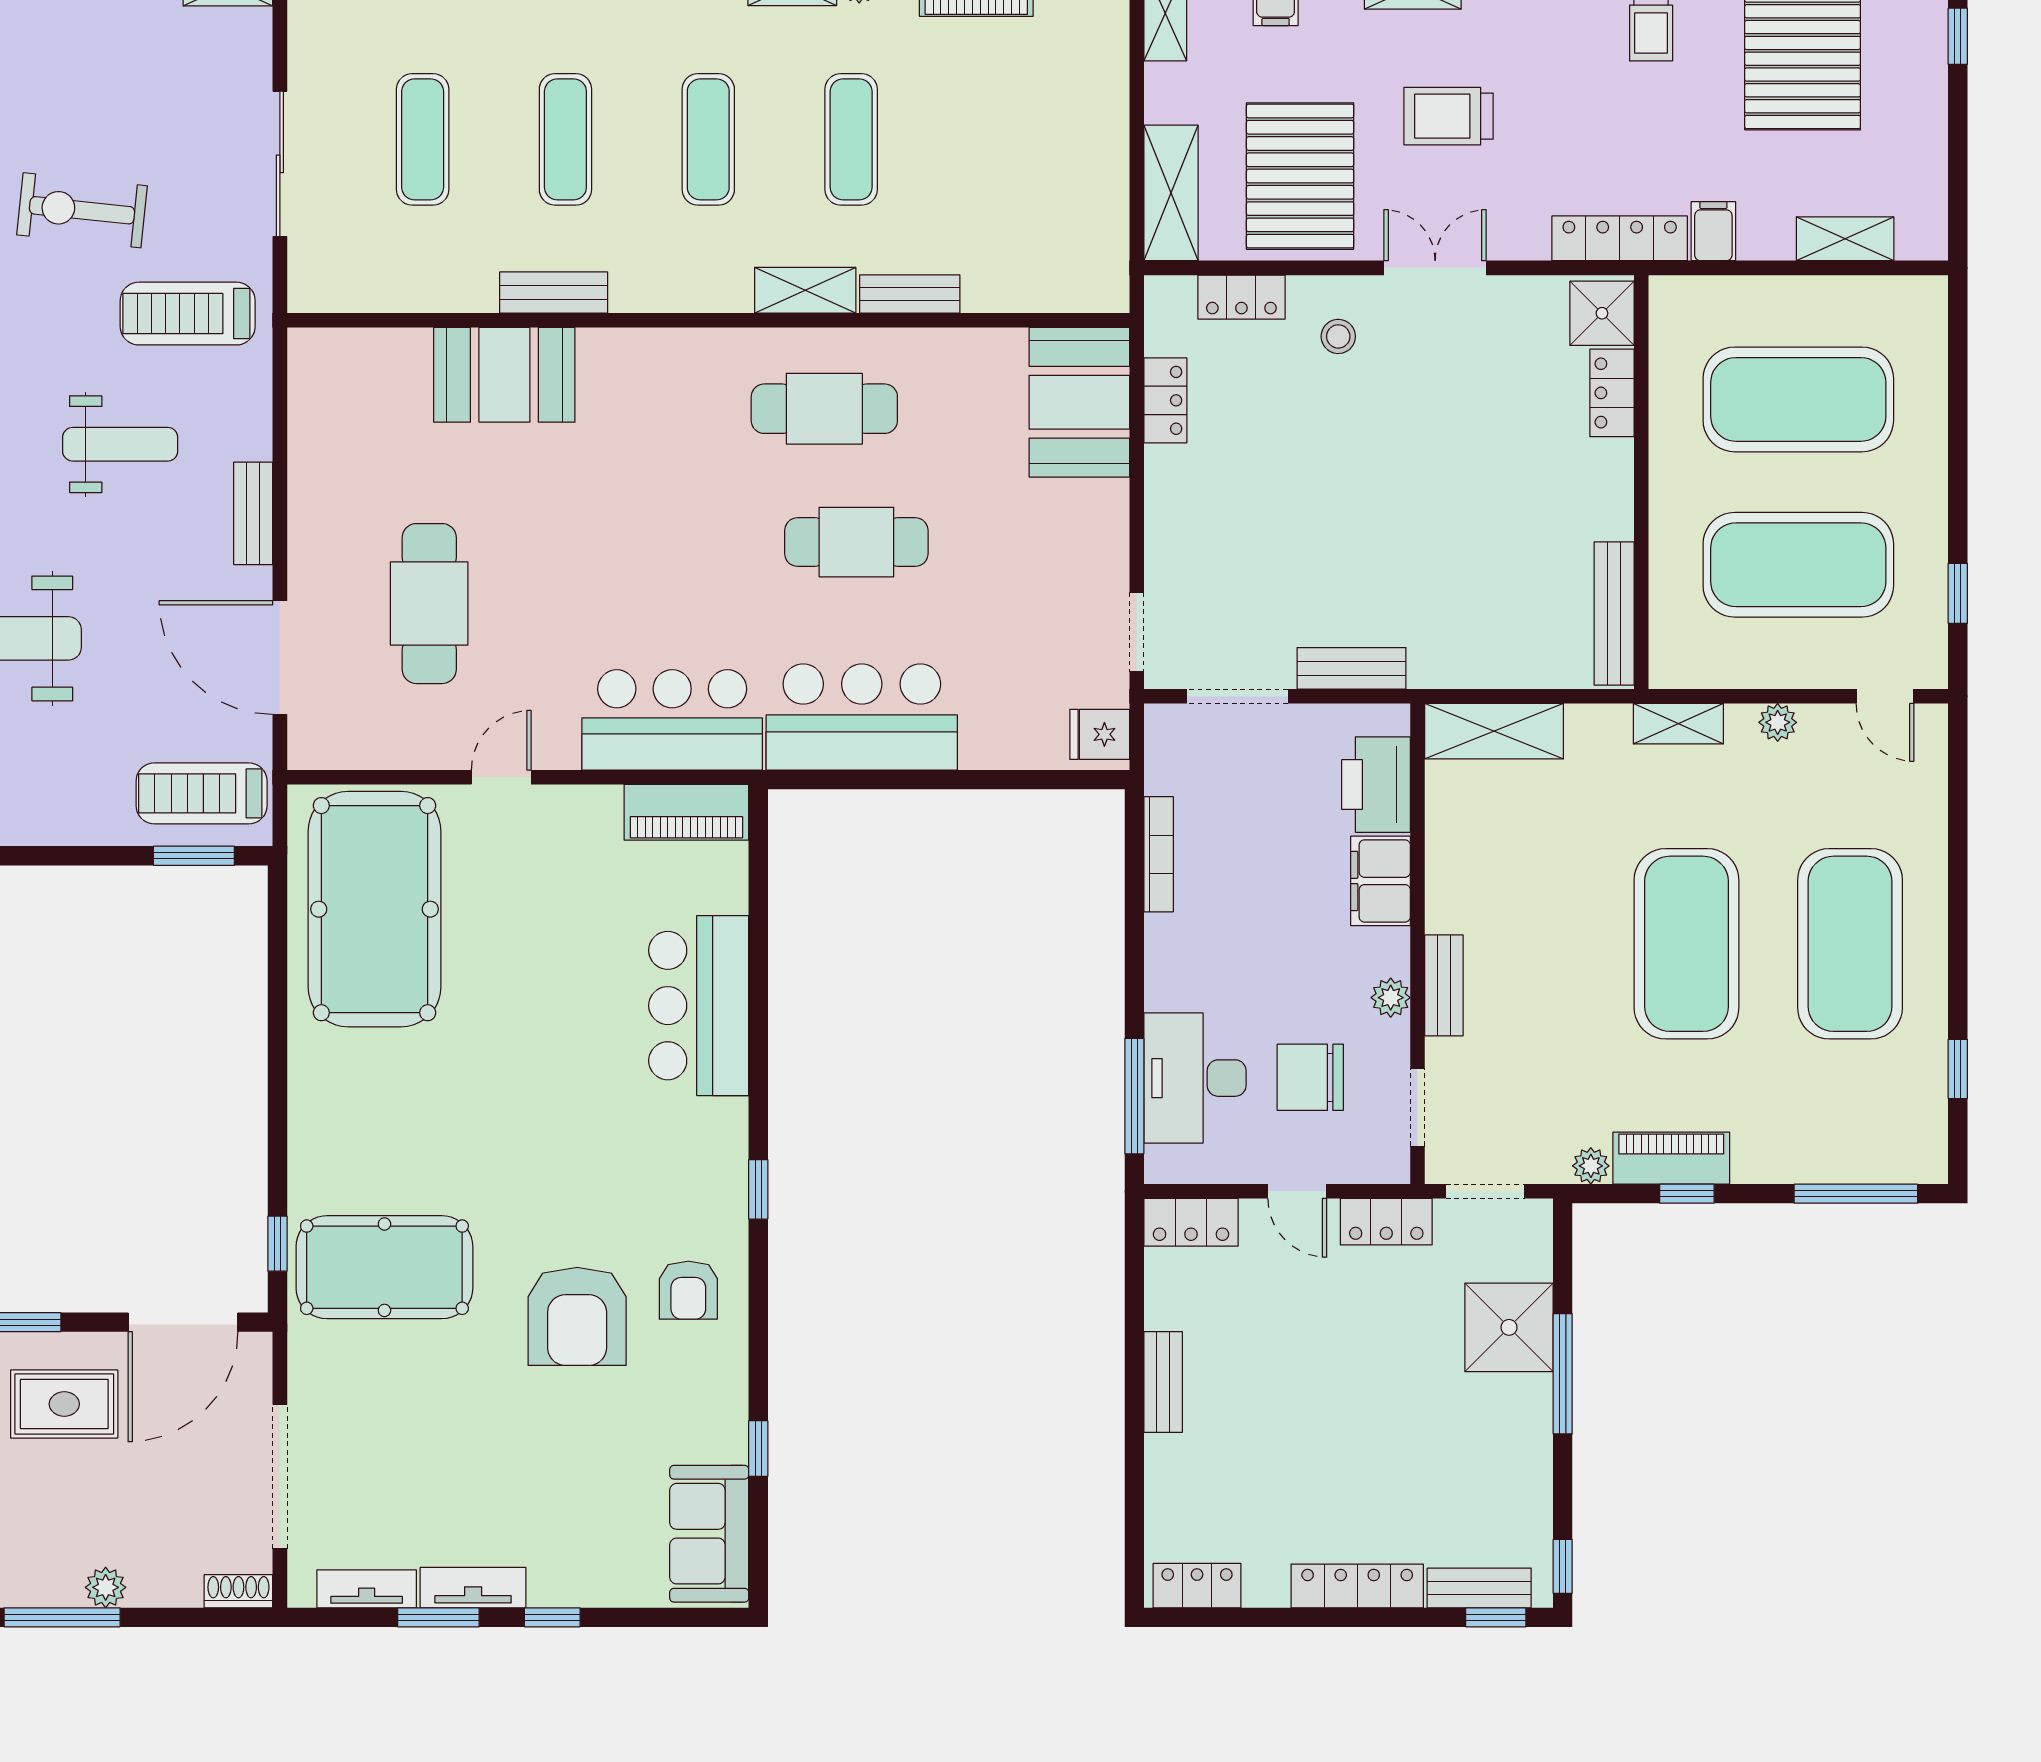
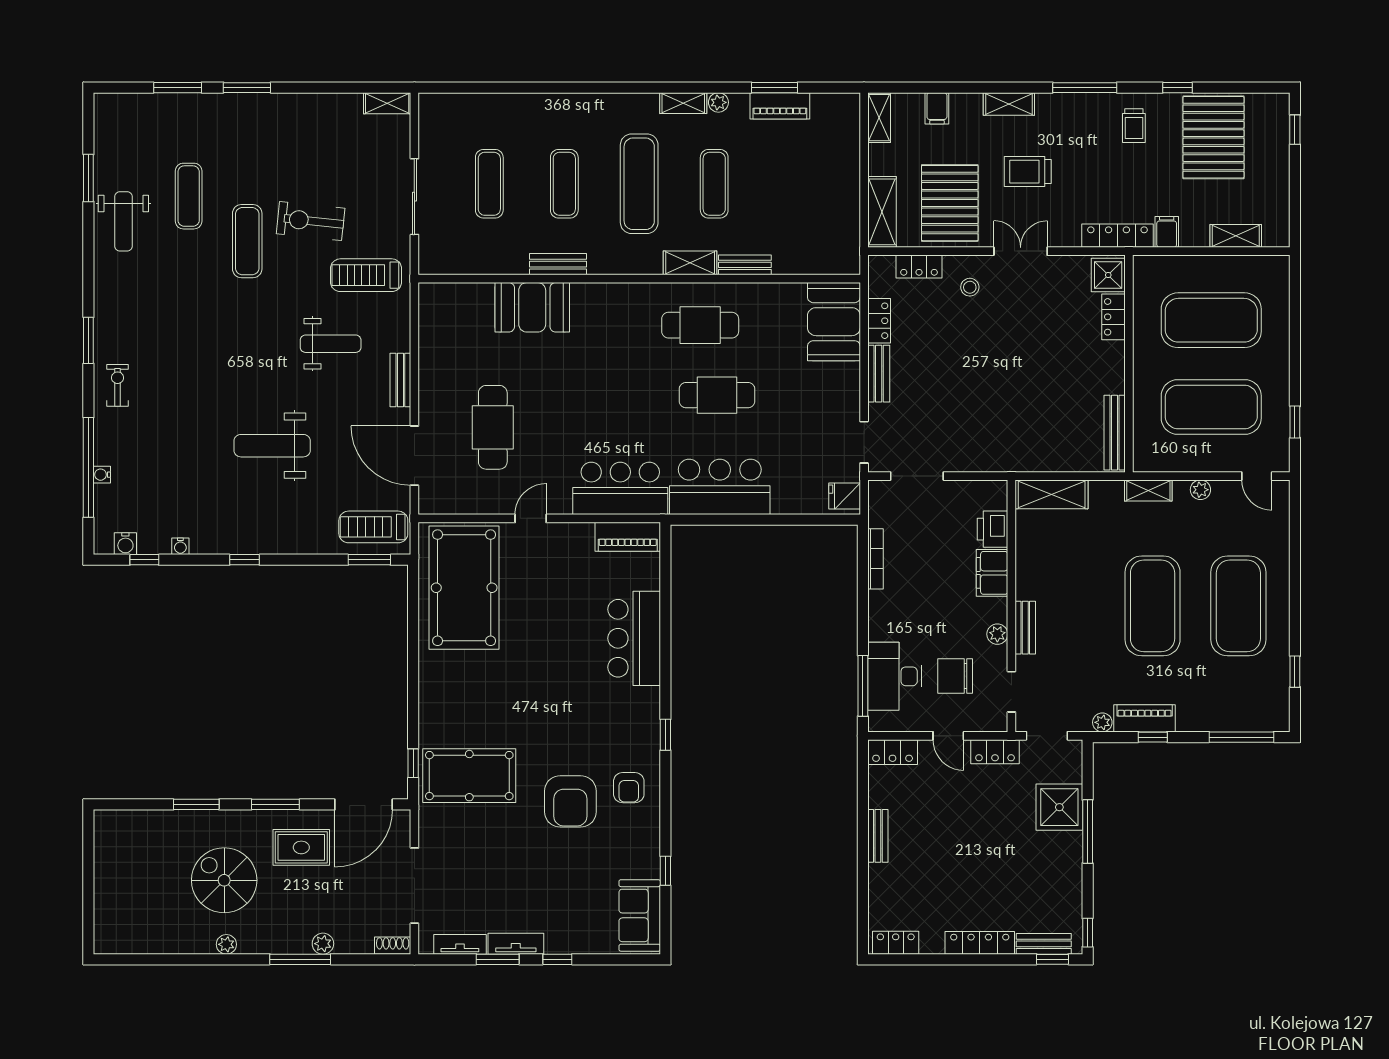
exercise mat: (708, 139) -> (639, 184), width x1.36, depth x1.45
bench: (1352, 668) -> (879, 374), moved, turned 90
printer: (1376, 785) -> (993, 529), width x0.73, depth x0.84

